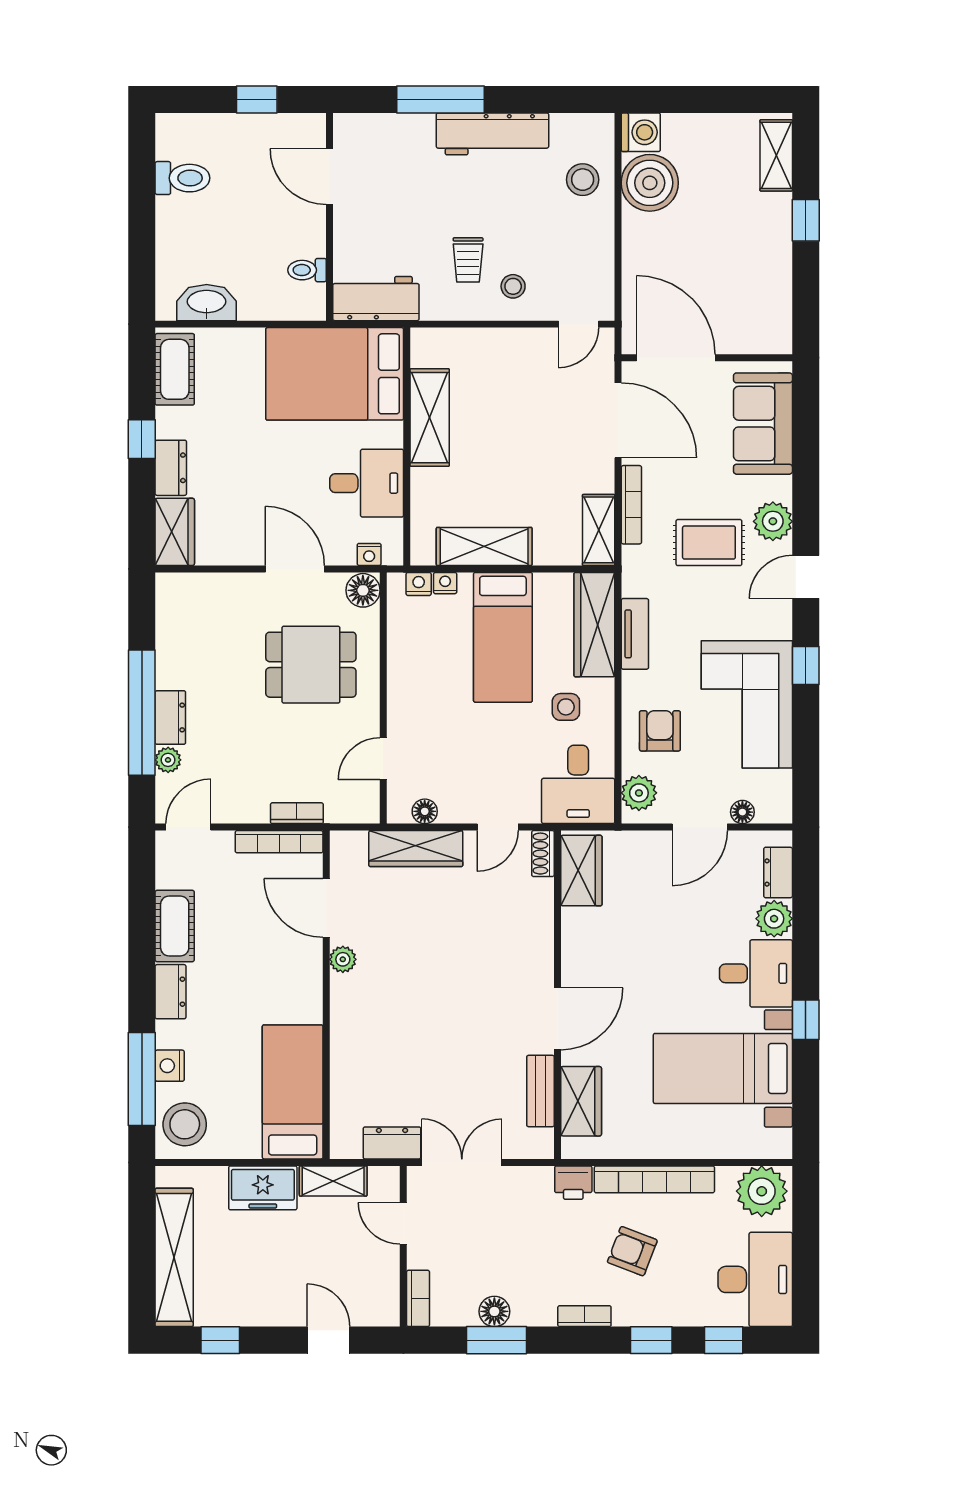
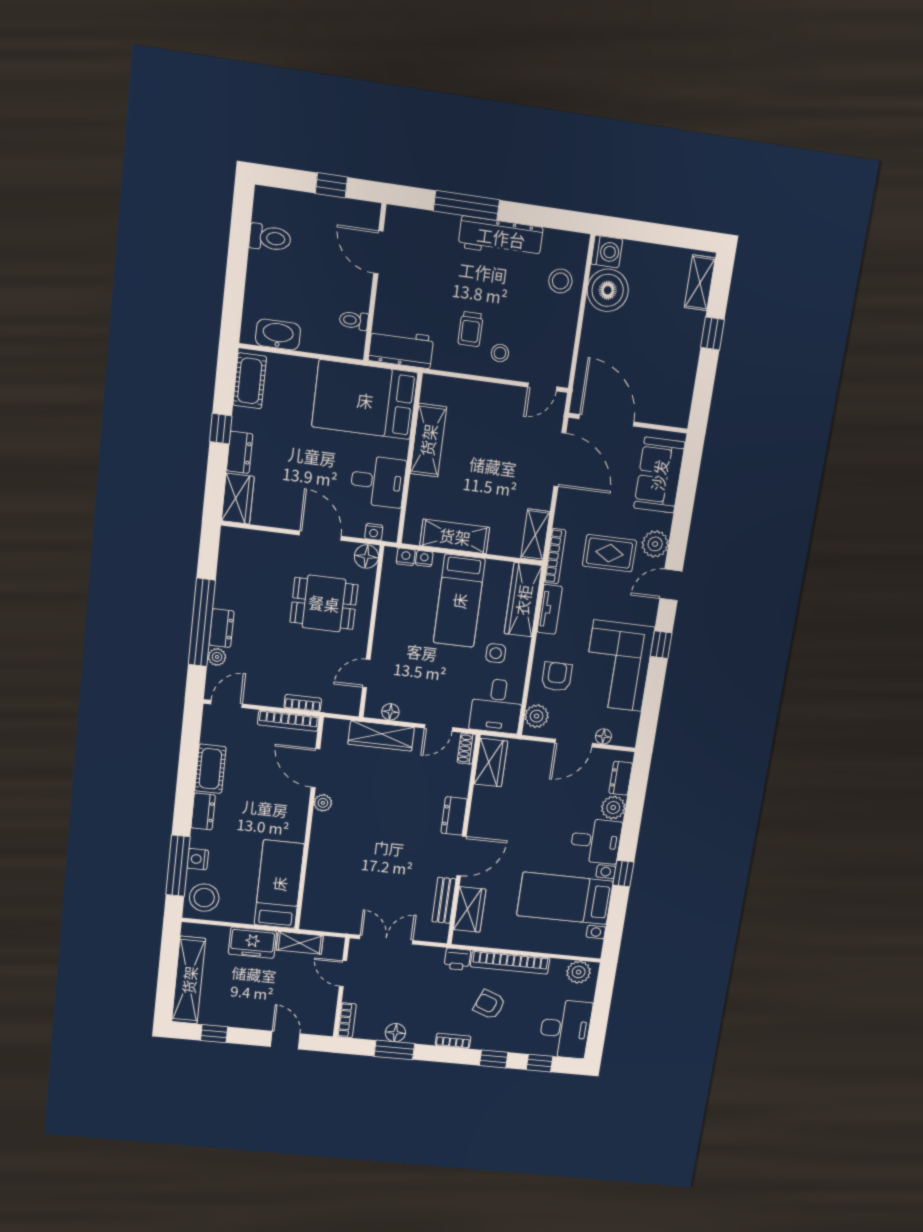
bookcase: (631, 505) -> (555, 556), moved
dresser: (392, 1143) -> (454, 816), moved, turned -90
plant: (762, 1191) -> (579, 972), width x0.73, depth x0.73

